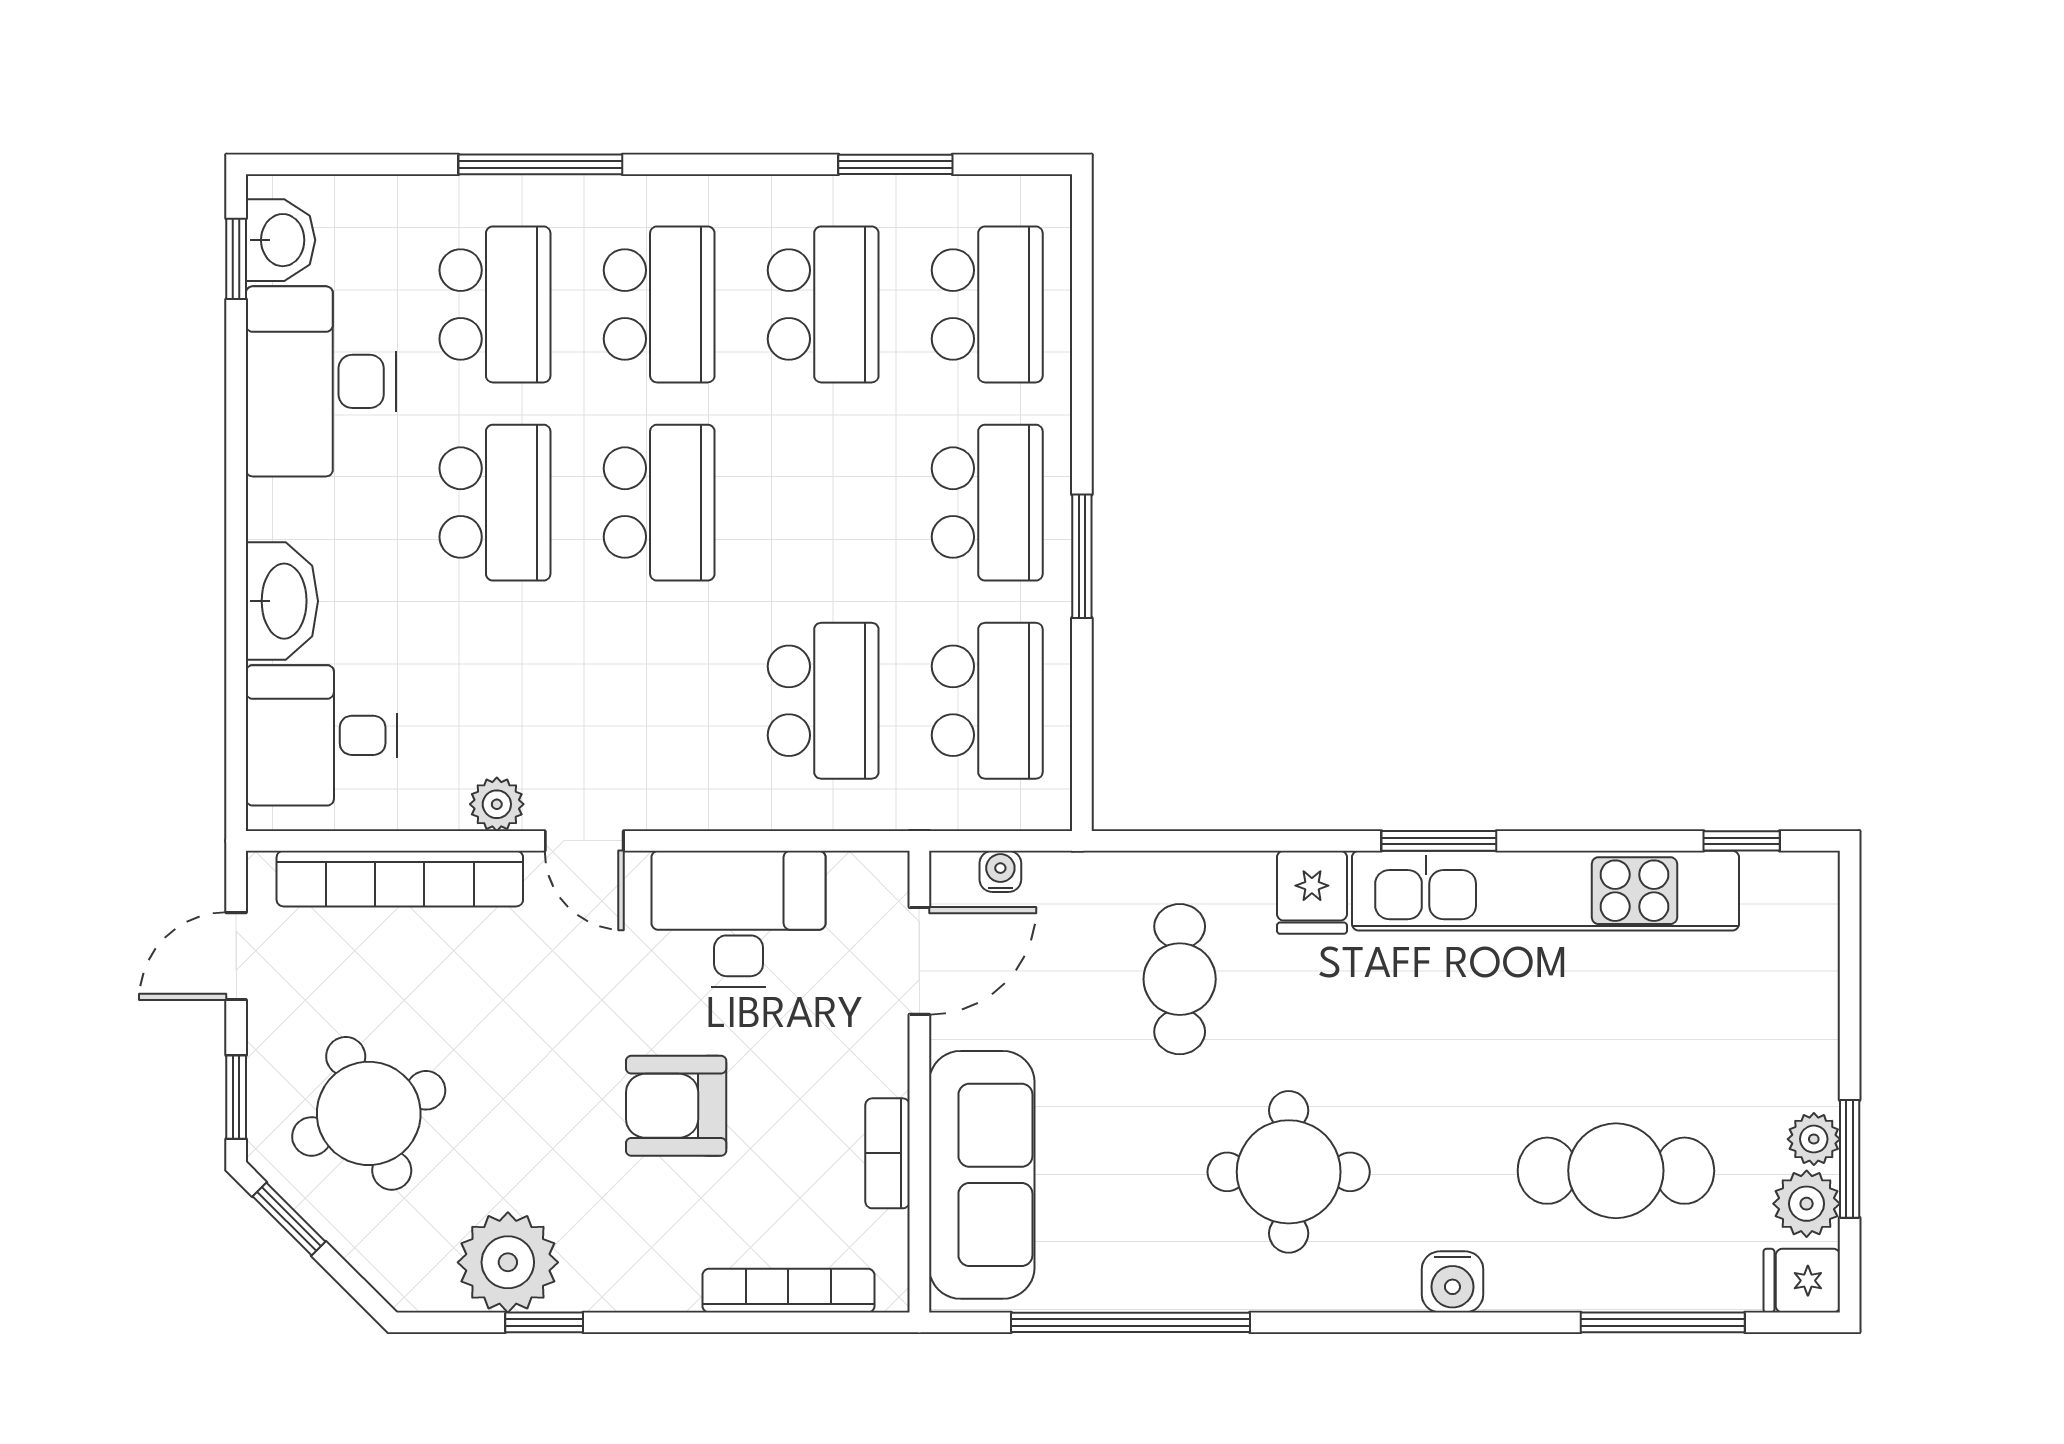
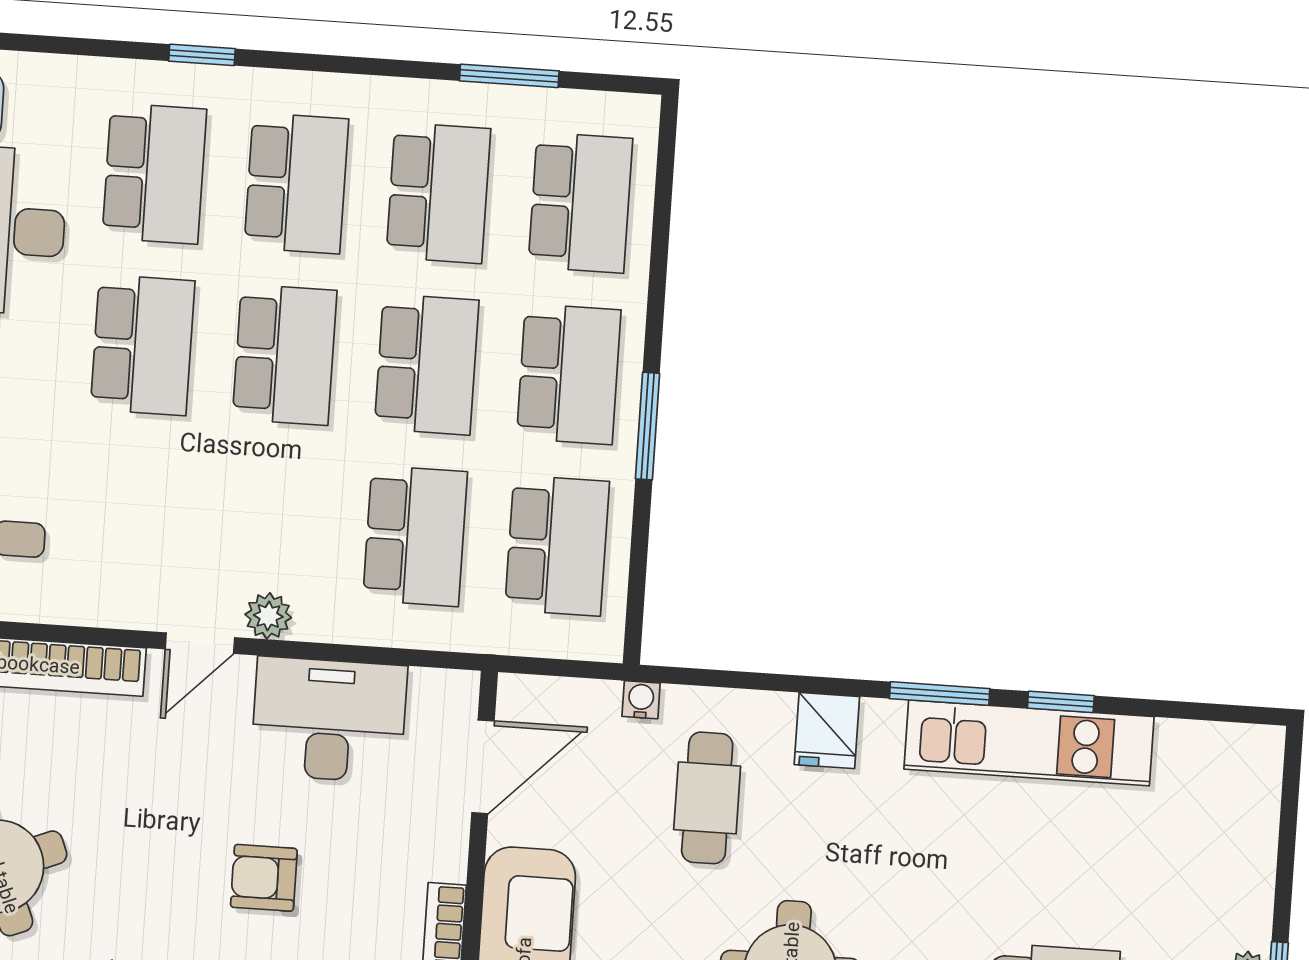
window: (540, 164) -> (202, 55), width x0.46
school desk: (823, 503) -> (427, 364), added
plant: (497, 804) -> (268, 616), moved
door: (584, 841) -> (200, 643), hinge flipped
window: (1742, 841) -> (1061, 702), moved
water cooler: (1000, 871) -> (641, 700), moved
kitchen unit: (1546, 891) -> (1029, 743), width x0.73
armchair: (676, 1106) -> (264, 878), width x0.72, depth x0.72

